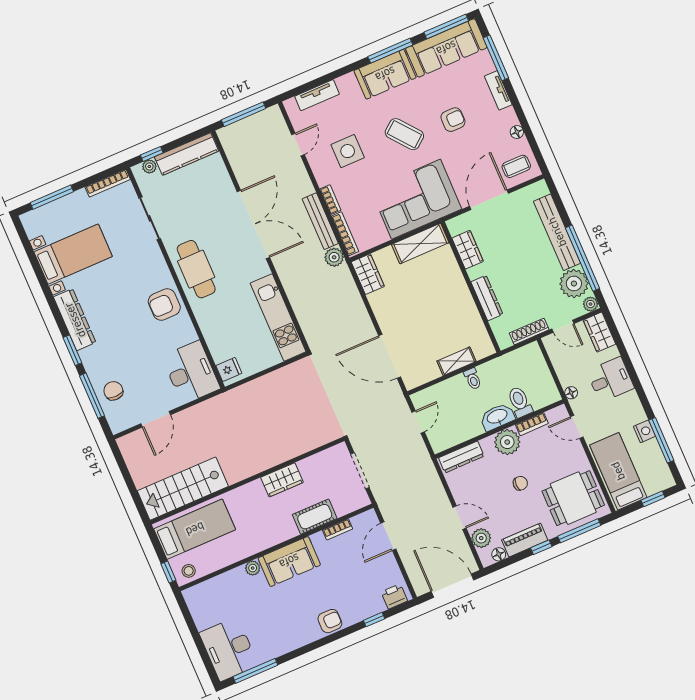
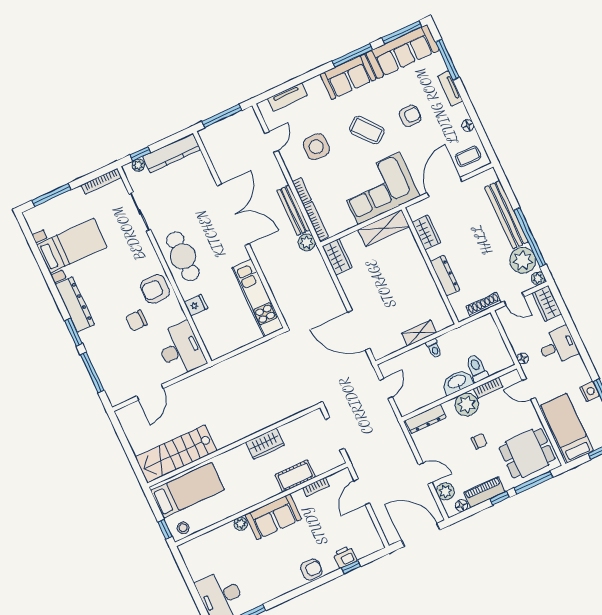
fridge: (229, 369) -> (196, 305), moved
chair: (113, 391) -> (136, 321), moved, turned -90
printer: (394, 596) -> (345, 557), moved

